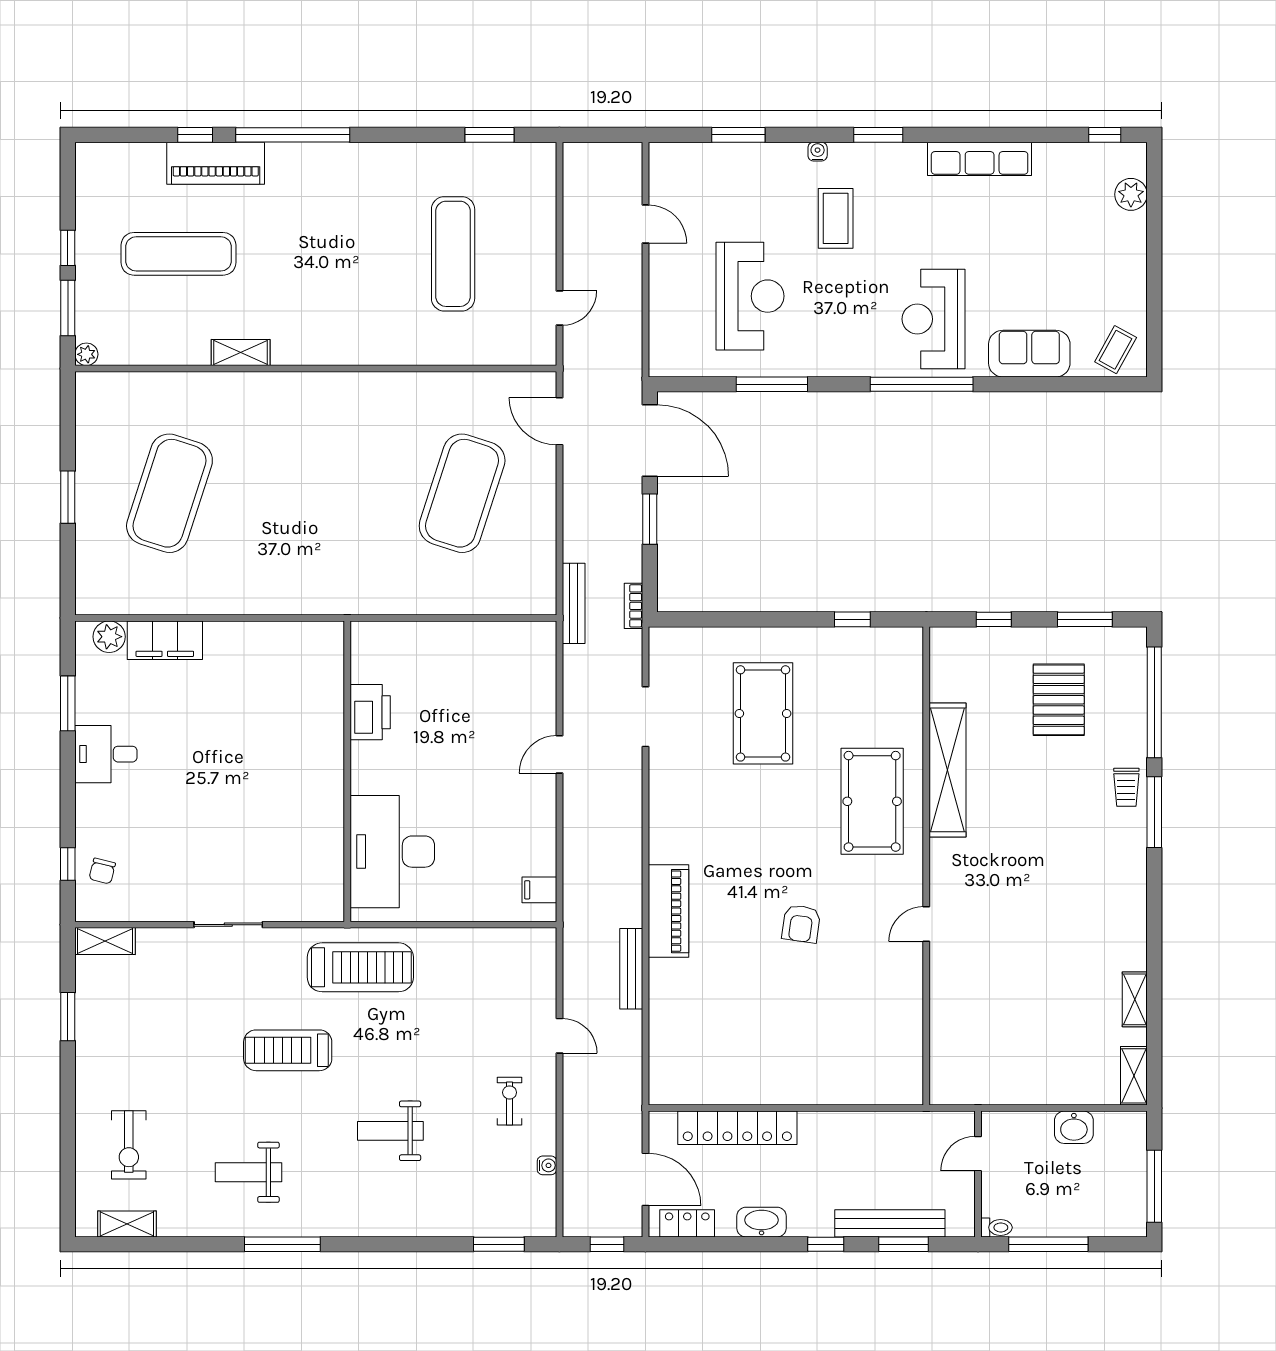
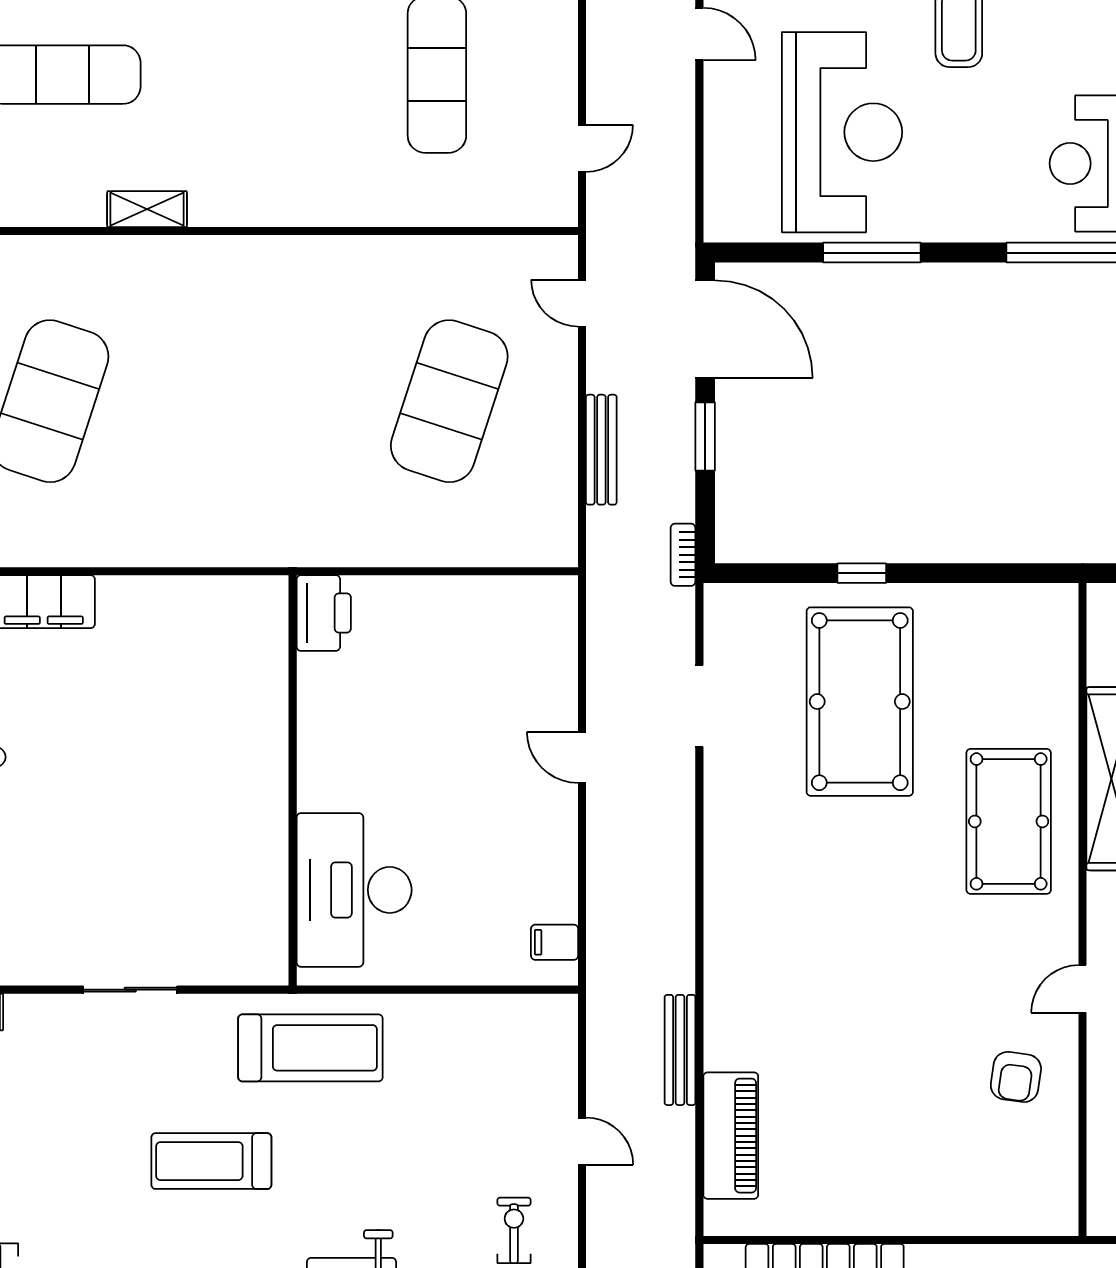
reception desk: (750, 296) -> (842, 132), width x1.36, depth x1.30
door: (559, 421) -> (582, 303), width x0.73
bench: (574, 603) -> (601, 450), moved
window: (852, 619) -> (862, 573), moved
printer: (370, 712) -> (324, 613), moved
pool table: (763, 713) -> (860, 702), width x1.36, depth x1.32
door: (559, 754) -> (582, 757), hinge flipped
piano: (668, 911) -> (731, 1136), moved
armchair: (801, 924) -> (1016, 1077), moved

